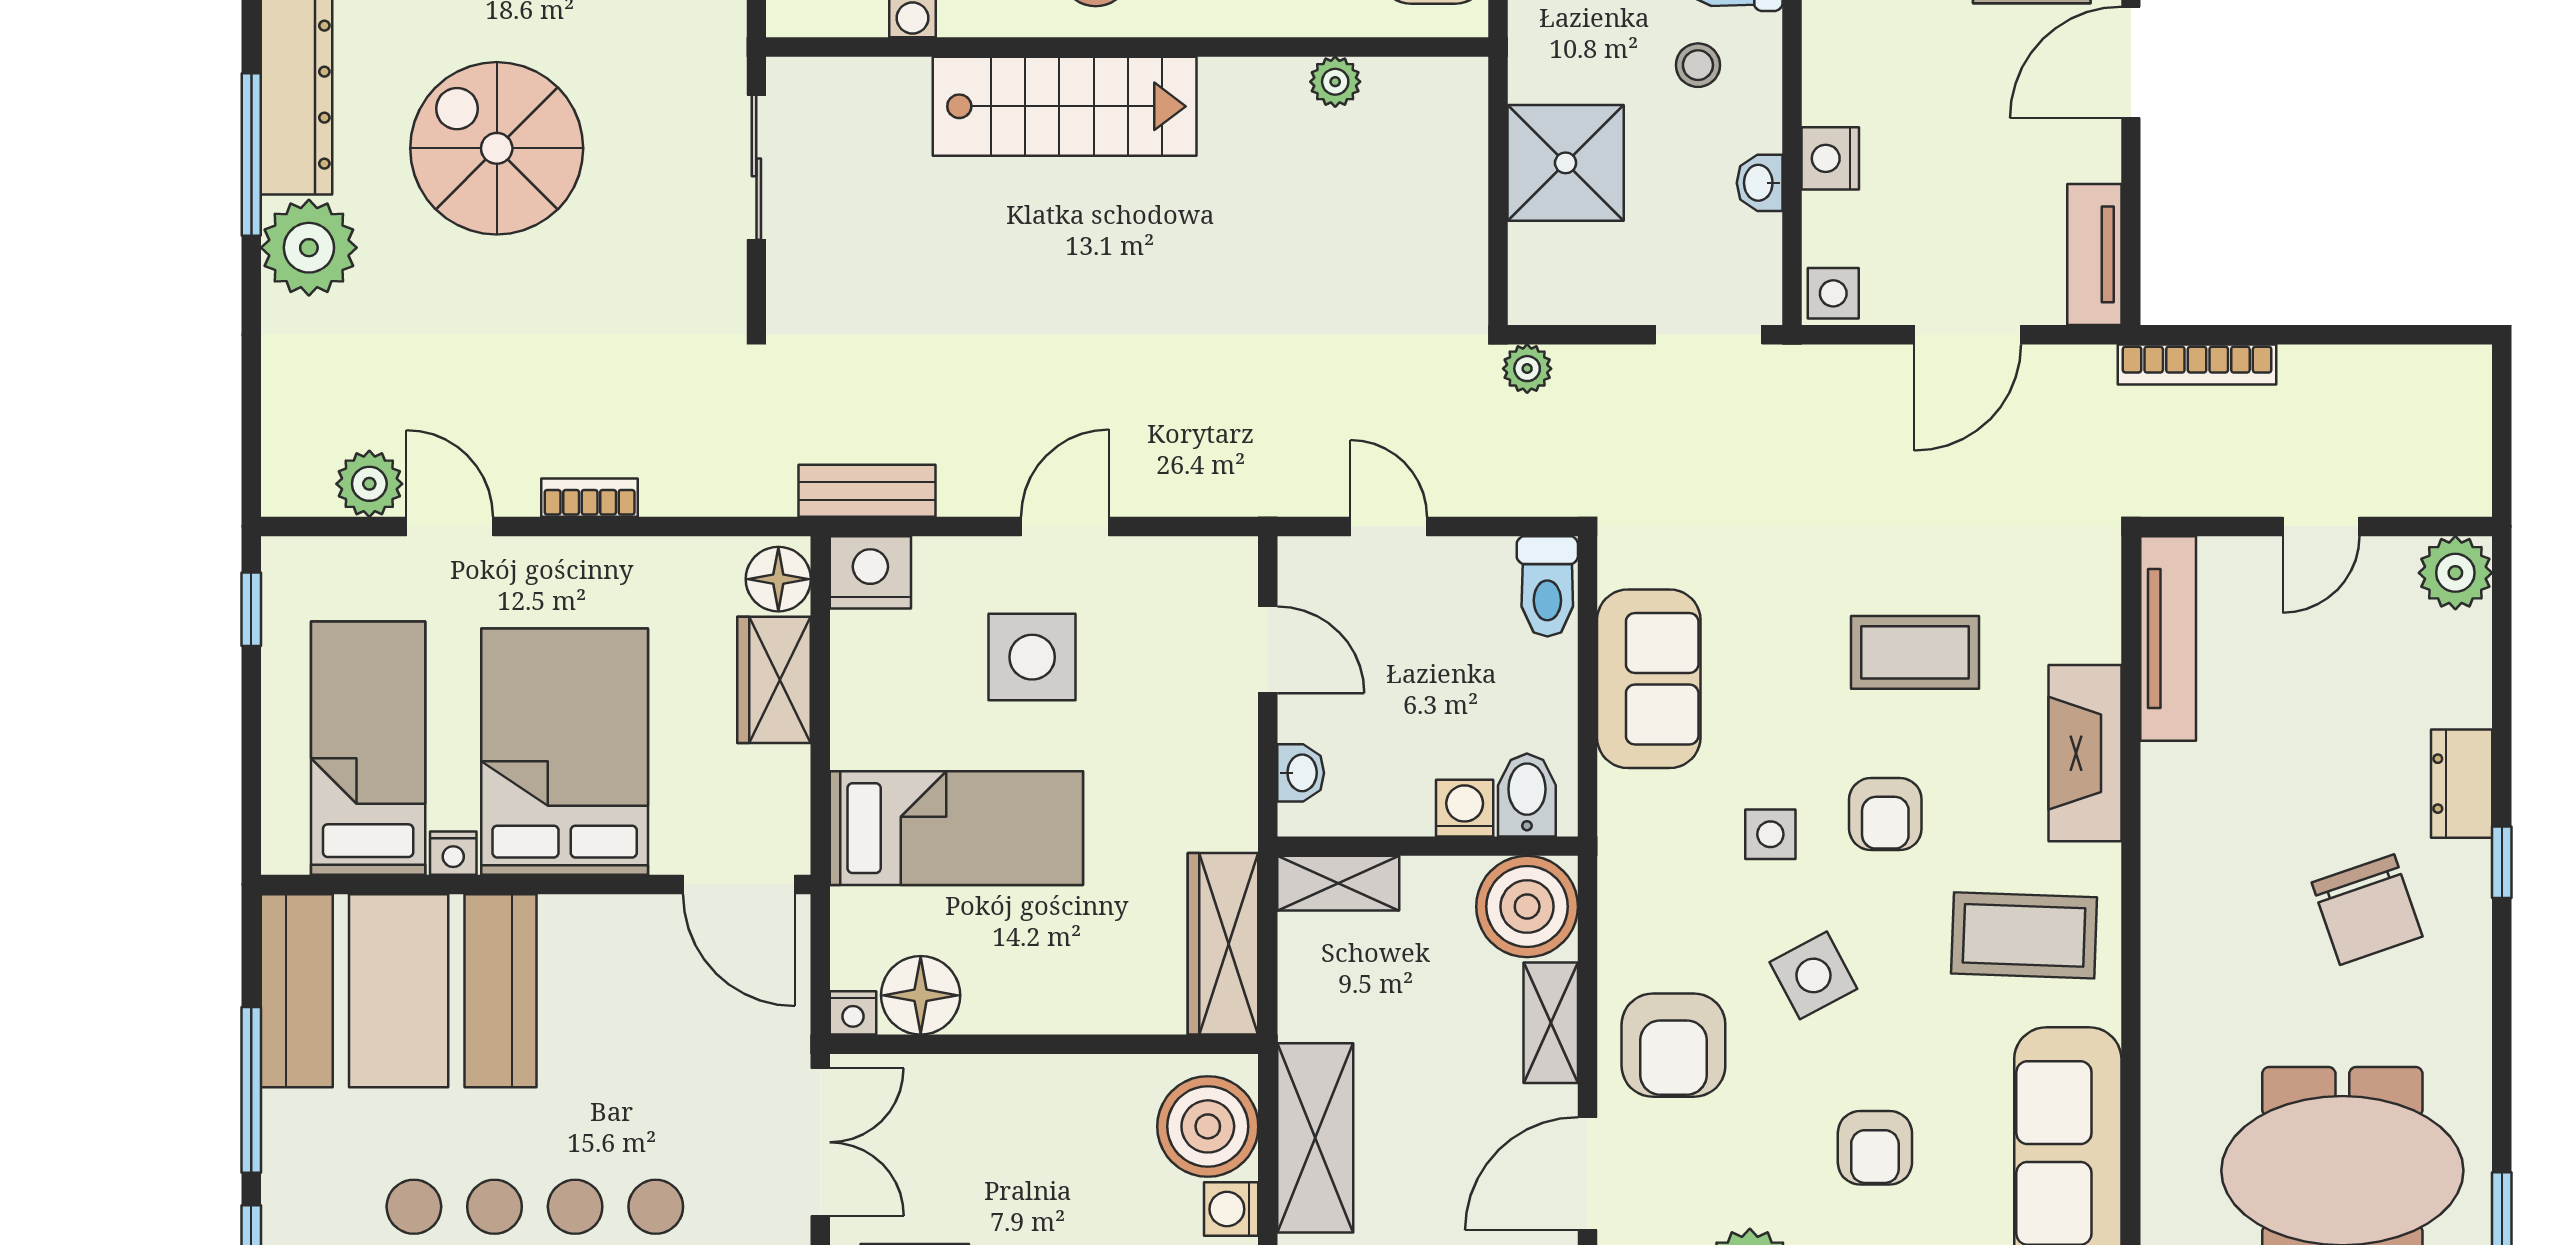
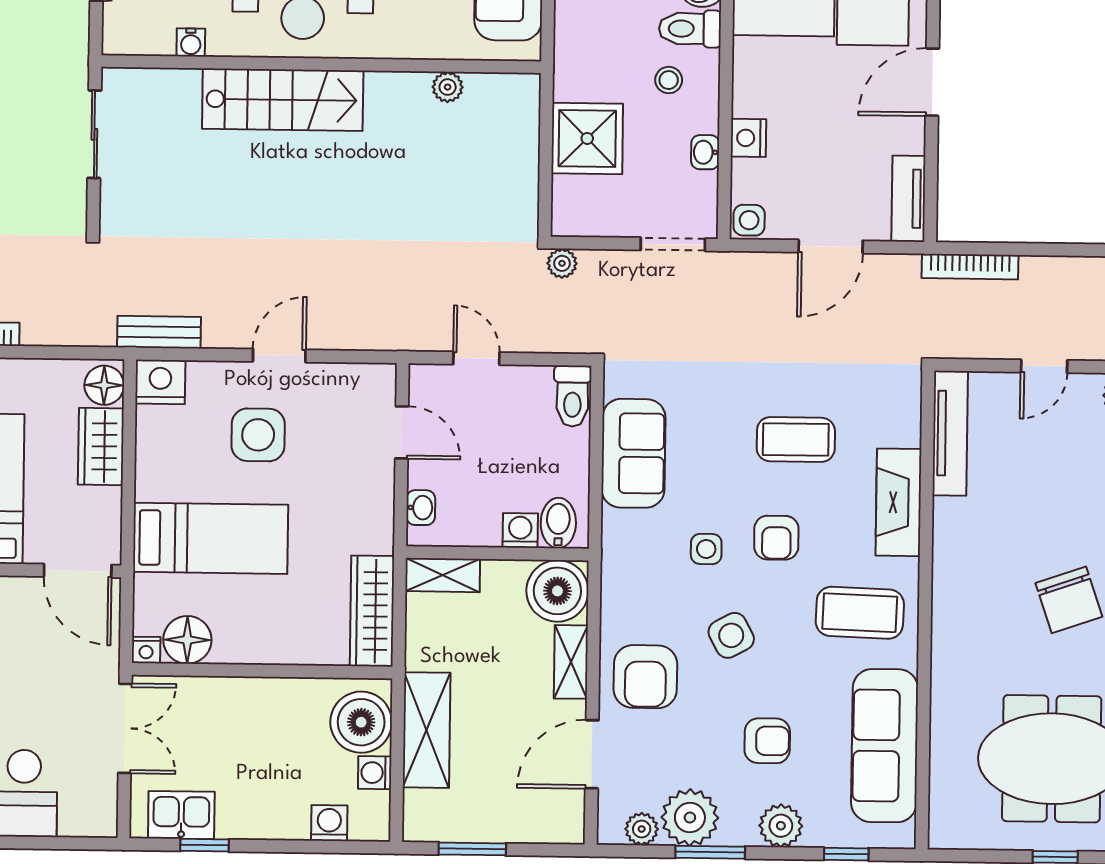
armchair: (1875, 1148) -> (767, 741), turned -90

